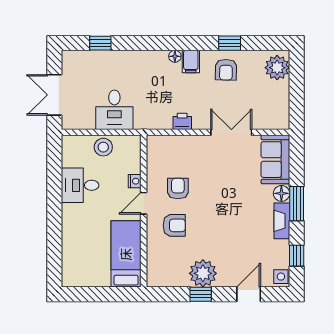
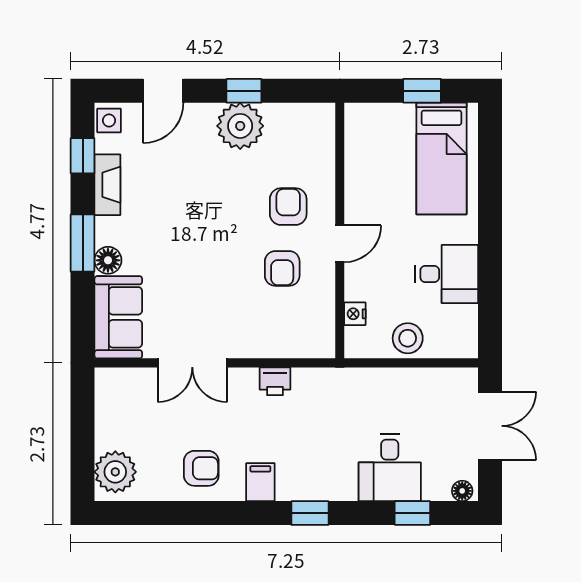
window: (230, 43) -> (310, 513), moved
floor lamp: (175, 56) -> (462, 491), moved
armchair: (226, 70) -> (201, 468), turned 89
desk: (114, 110) -> (390, 468), moved, turned 180
nightstand: (135, 181) -> (355, 314), moved
fireplace: (282, 221) -> (107, 185), moved
armchair: (174, 225) -> (288, 207), turned 90
bed: (126, 254) -> (441, 159), moved
window: (95, 294) -> (422, 91), added

